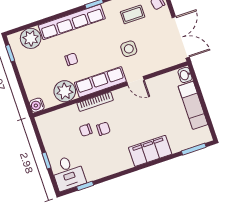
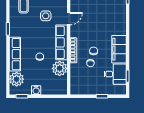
row of seats: (72, 22) -> (15, 54), width x0.73
water cooler: (37, 105) -> (36, 90), moved
filing cabinet: (150, 151) -> (119, 49), moved
desk: (68, 173) -> (115, 74), moved

